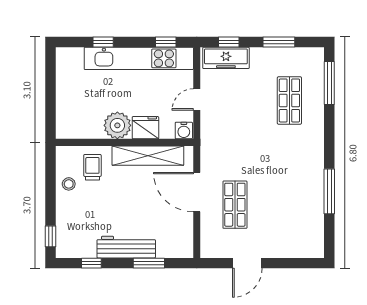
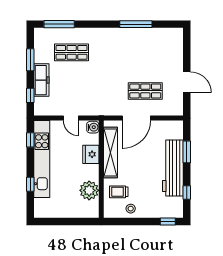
freezer: (226, 58) -> (41, 80), moved
plant: (117, 125) -> (89, 190), moved
workbench: (126, 247) -> (173, 168), width x1.36, depth x1.32

